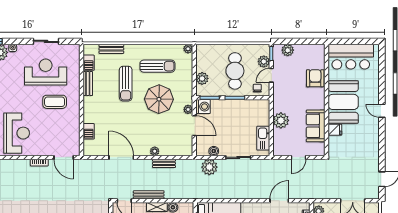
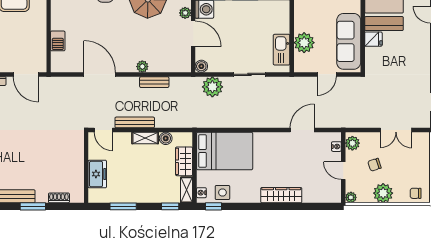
plant: (281, 120) -> (304, 43), moved
sofa: (316, 126) -> (349, 41), width x1.36
boiler: (214, 151) -> (201, 66), moved

